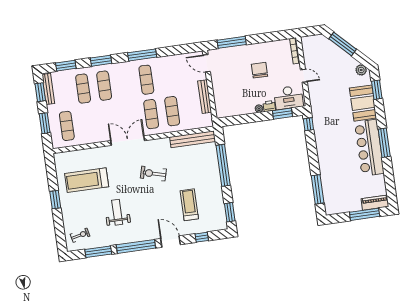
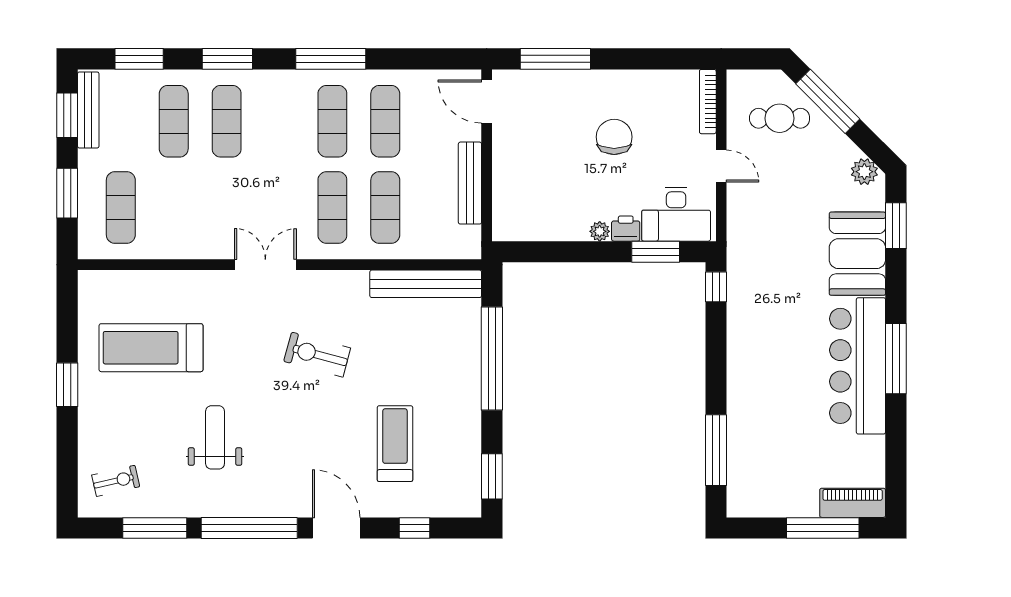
cafe table: (324, 53) -> (780, 118), added
exercise mat: (167, 77) -> (385, 121), added
double door: (128, 141) -> (265, 265), width x0.73

